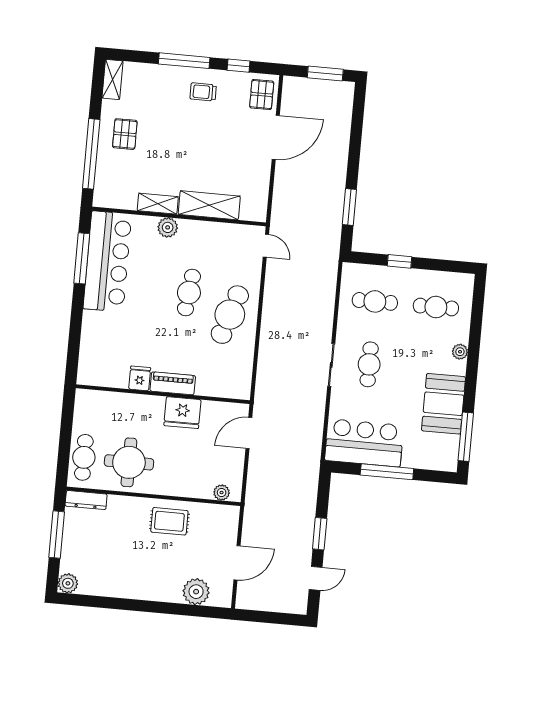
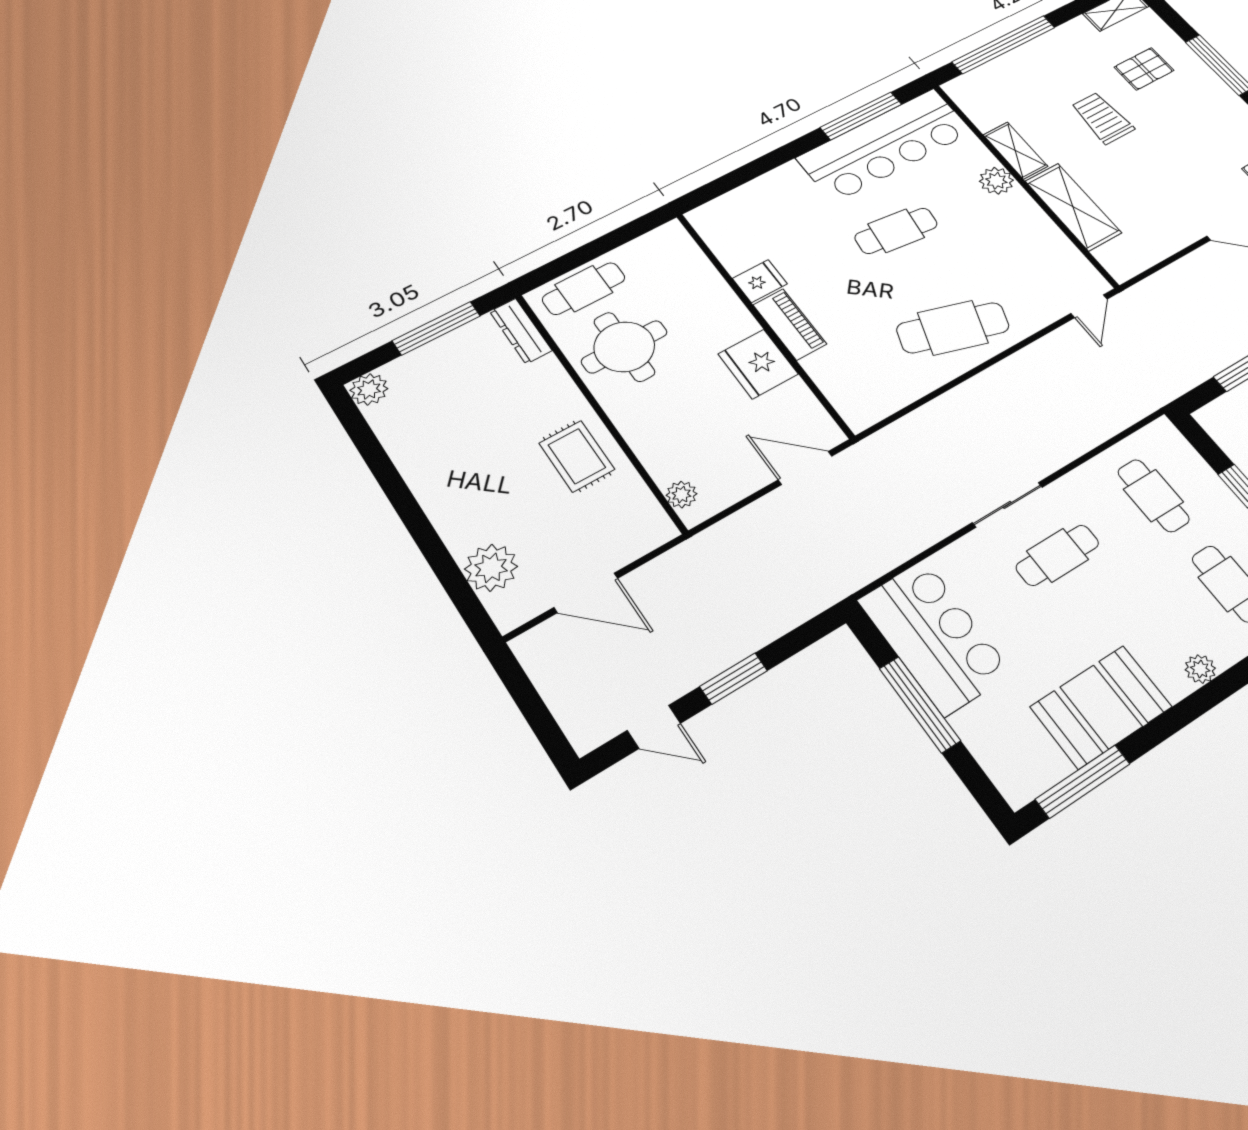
trolley: (203, 92) -> (1102, 118), moved, width x1.36, depth x1.39
pallet: (125, 134) -> (1144, 69), moved
cafe table: (189, 293) -> (896, 231), moved

